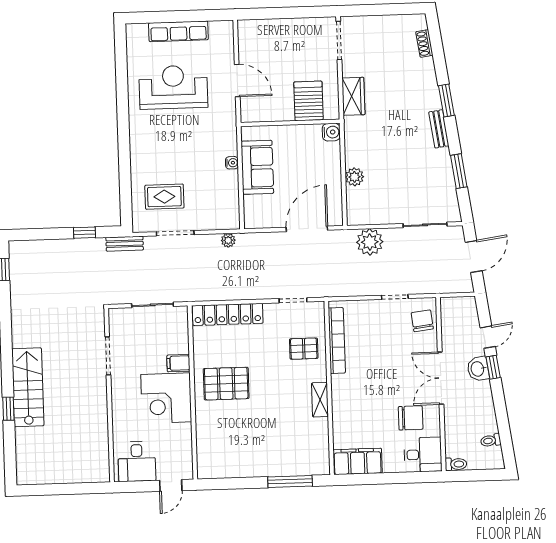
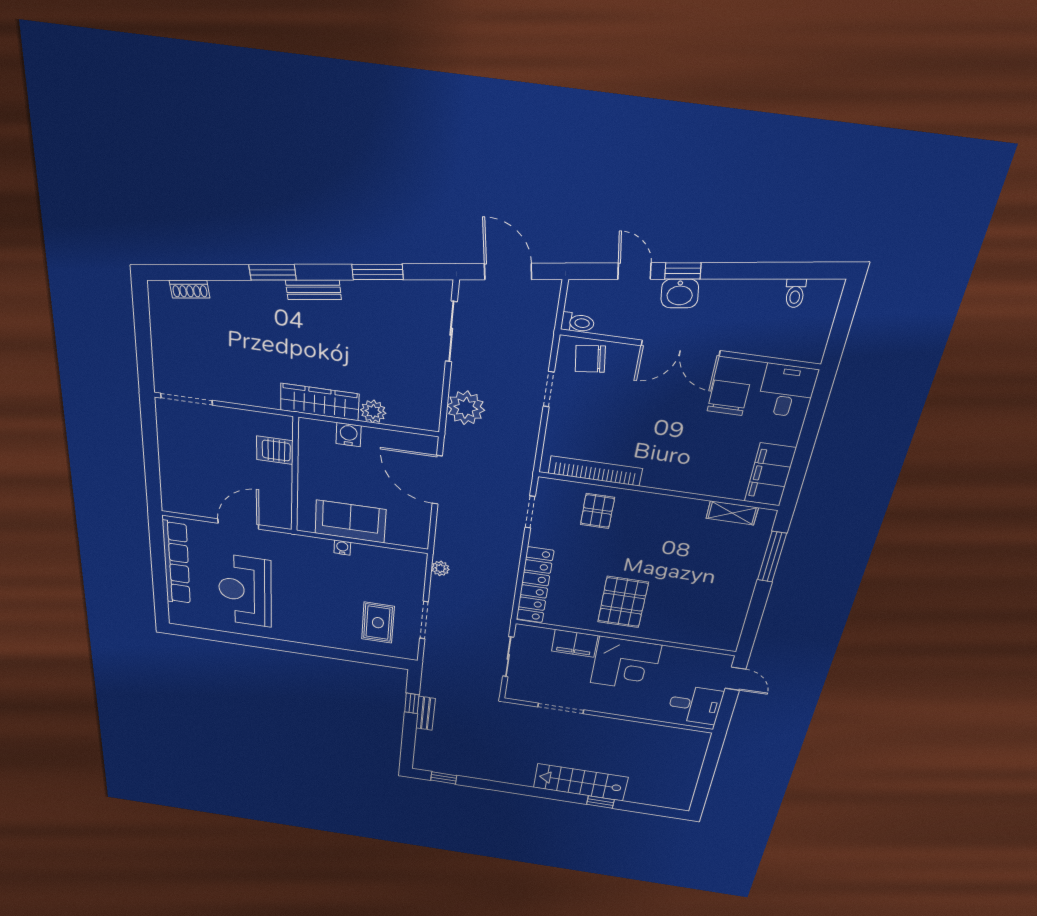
row of seats: (178, 31) -> (176, 563), width x1.36
wardrobe: (353, 96) -> (320, 402), moved, width x1.50
server rack: (308, 101) -> (275, 450), width x0.73, depth x0.70
water cooler: (331, 132) -> (349, 435), moved
bench: (125, 244) -> (425, 713), moved
filing cabinet: (178, 363) -> (575, 643), width x2.00
shelving: (320, 400) -> (732, 513), moved
toilet: (456, 464) -> (578, 323), moved, turned 90

